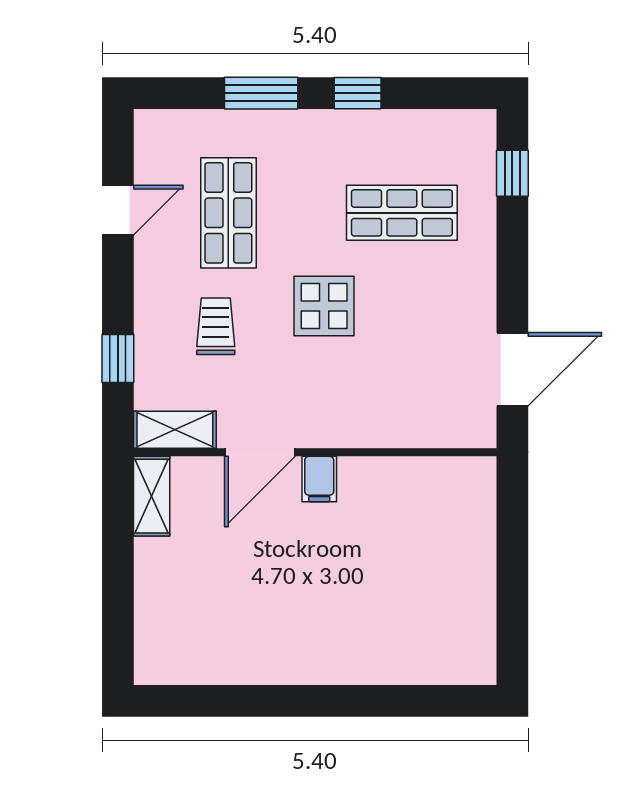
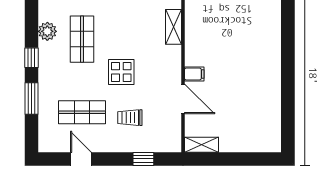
plant: (420, 131) -> (47, 31), added
shelving: (175, 430) -> (173, 27), moved

